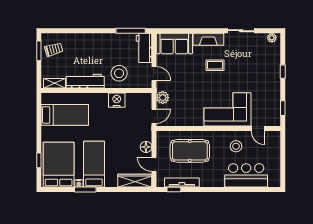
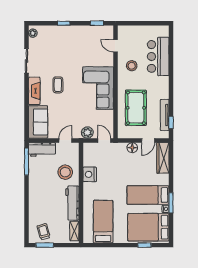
corner sofa: (227, 109) -> (98, 88), moved
door: (258, 129) -> (115, 46), swing flipped

